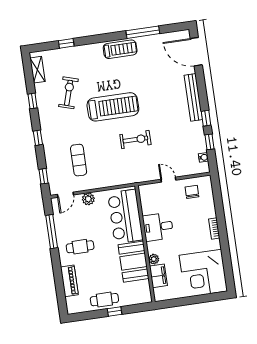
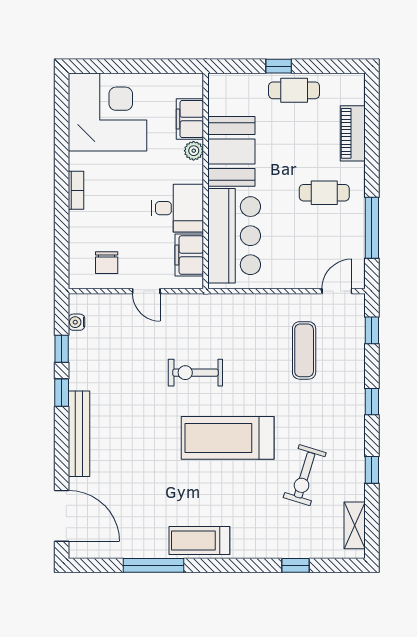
plant: (88, 199) -> (297, 277), removed
filing cabinet: (148, 202) -> (189, 255), added

